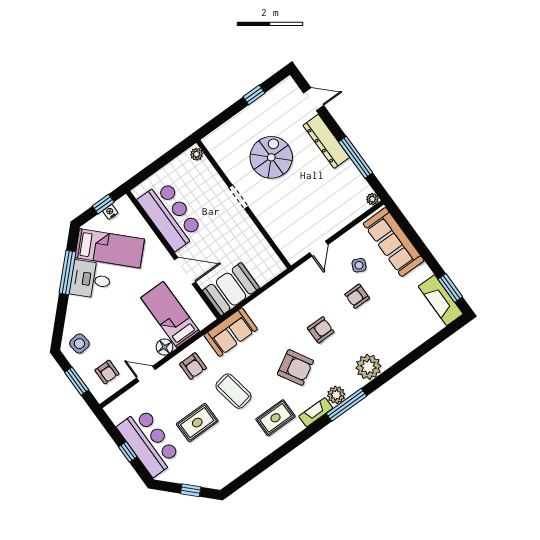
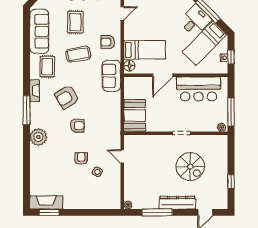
window: (170, 156) -> (231, 112), added
sofa: (394, 242) -> (39, 31), moved, turned 90
booth: (231, 289) -> (135, 115), moved
armchair: (321, 330) -> (77, 126), turned -90
floor lamp: (165, 347) -> (129, 66), moved
plant: (336, 395) -> (36, 108), removed

